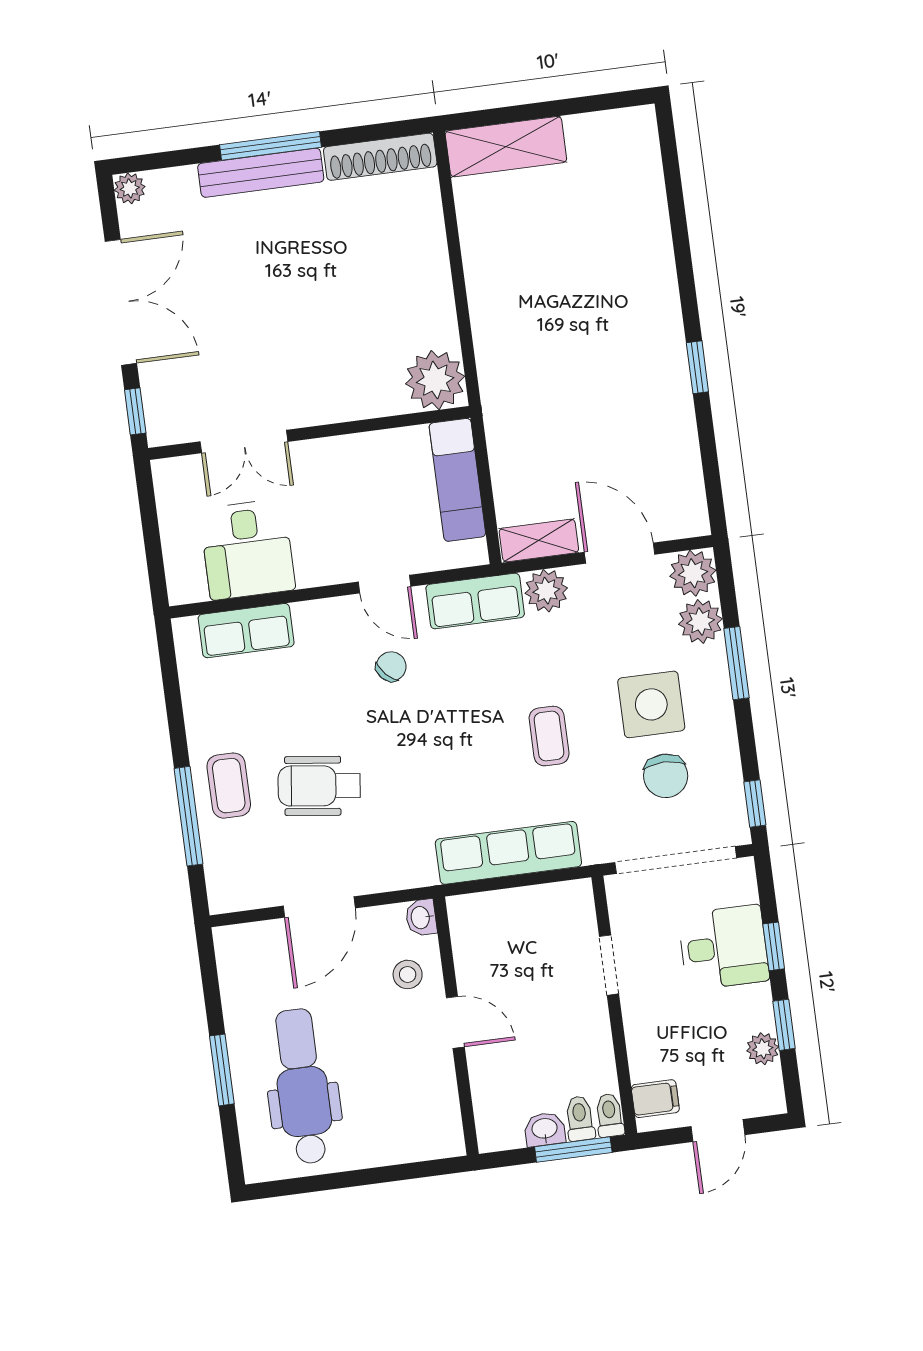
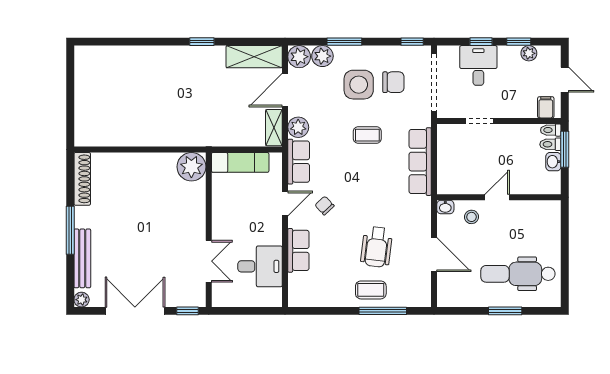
shelving: (506, 147) -> (254, 57), moved, turned 90
bench: (261, 173) -> (82, 258), moved
row of seats: (246, 631) -> (298, 250), moved

